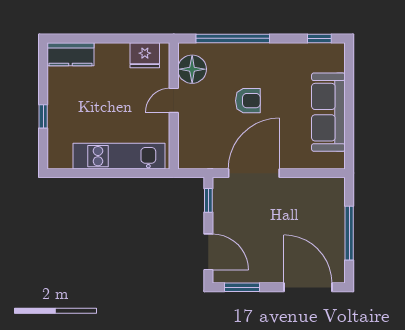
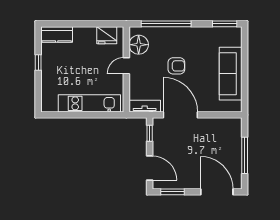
window: (319, 38) -> (225, 24), width x1.50
window: (43, 116) -> (38, 63), moved
tv unit: (201, 160) -> (145, 106), added
door: (254, 173) -> (180, 115), hinge flipped

